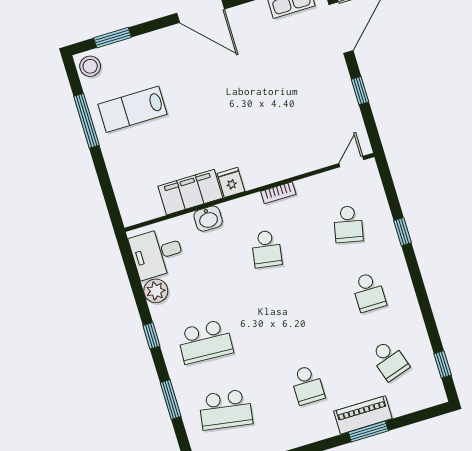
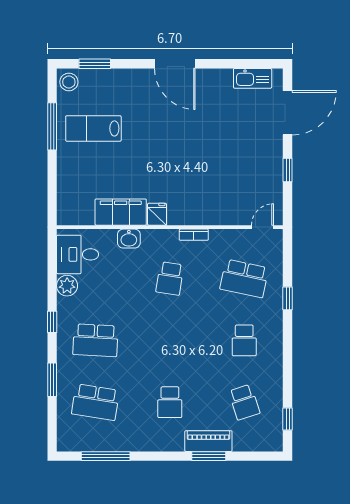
school desk: (348, 224) -> (244, 278), width x1.85

